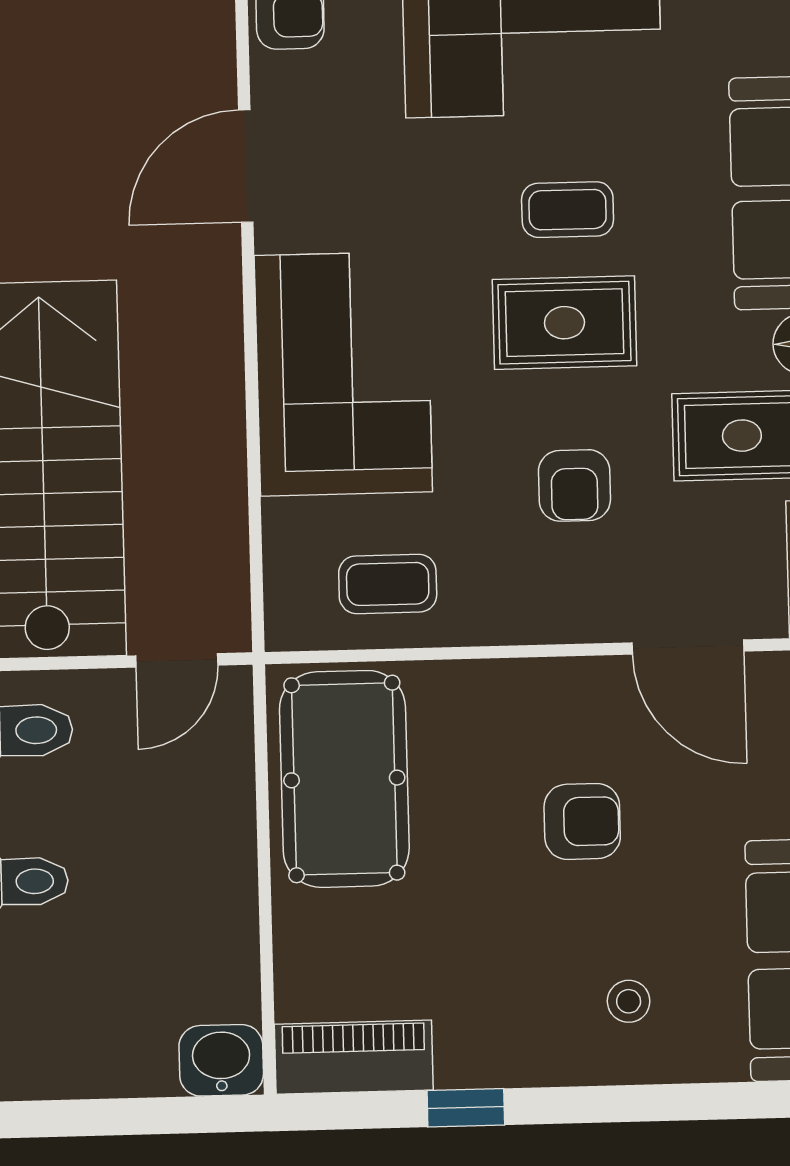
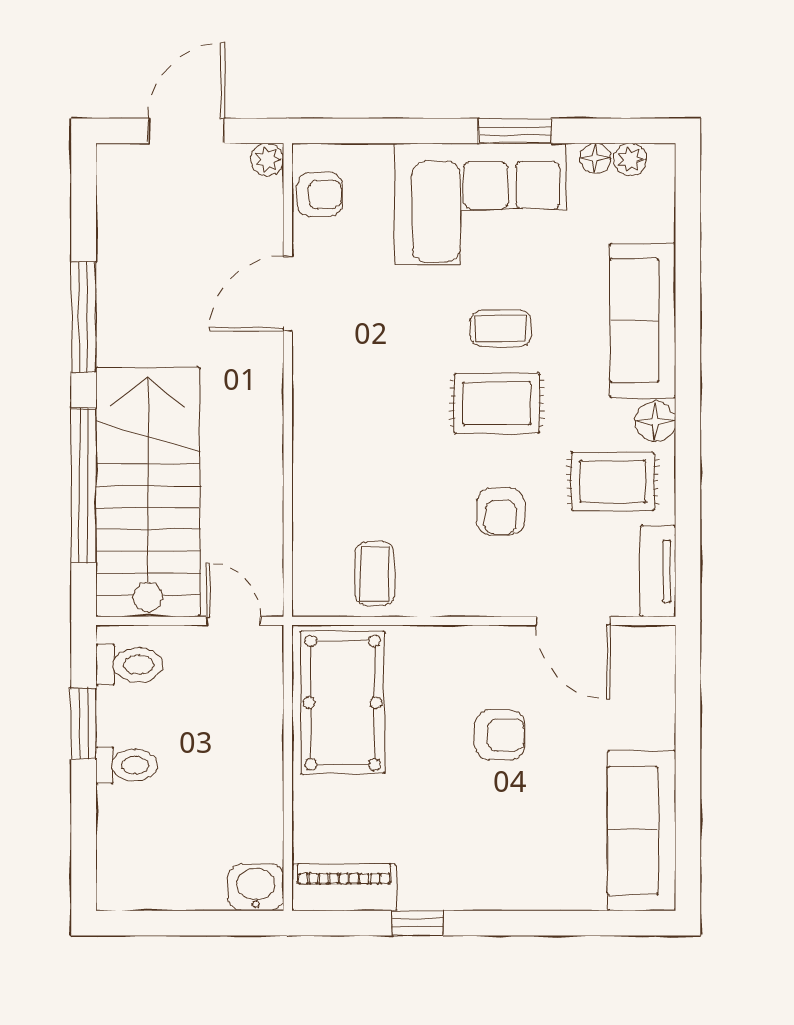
corner sofa: (343, 374) -> (349, 433), removed
coffee table: (388, 584) -> (375, 574), turned 90
door: (177, 660) -> (233, 621), swing flipped
stool: (629, 1001) -> (528, 855), removed

